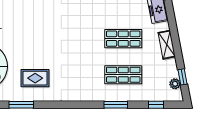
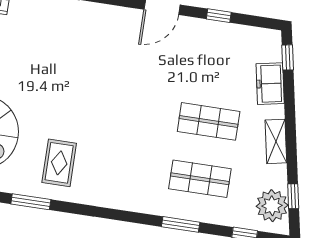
rug: (35, 78) -> (59, 163), turned 90
plant: (175, 84) -> (272, 206), width x1.87, depth x1.87

